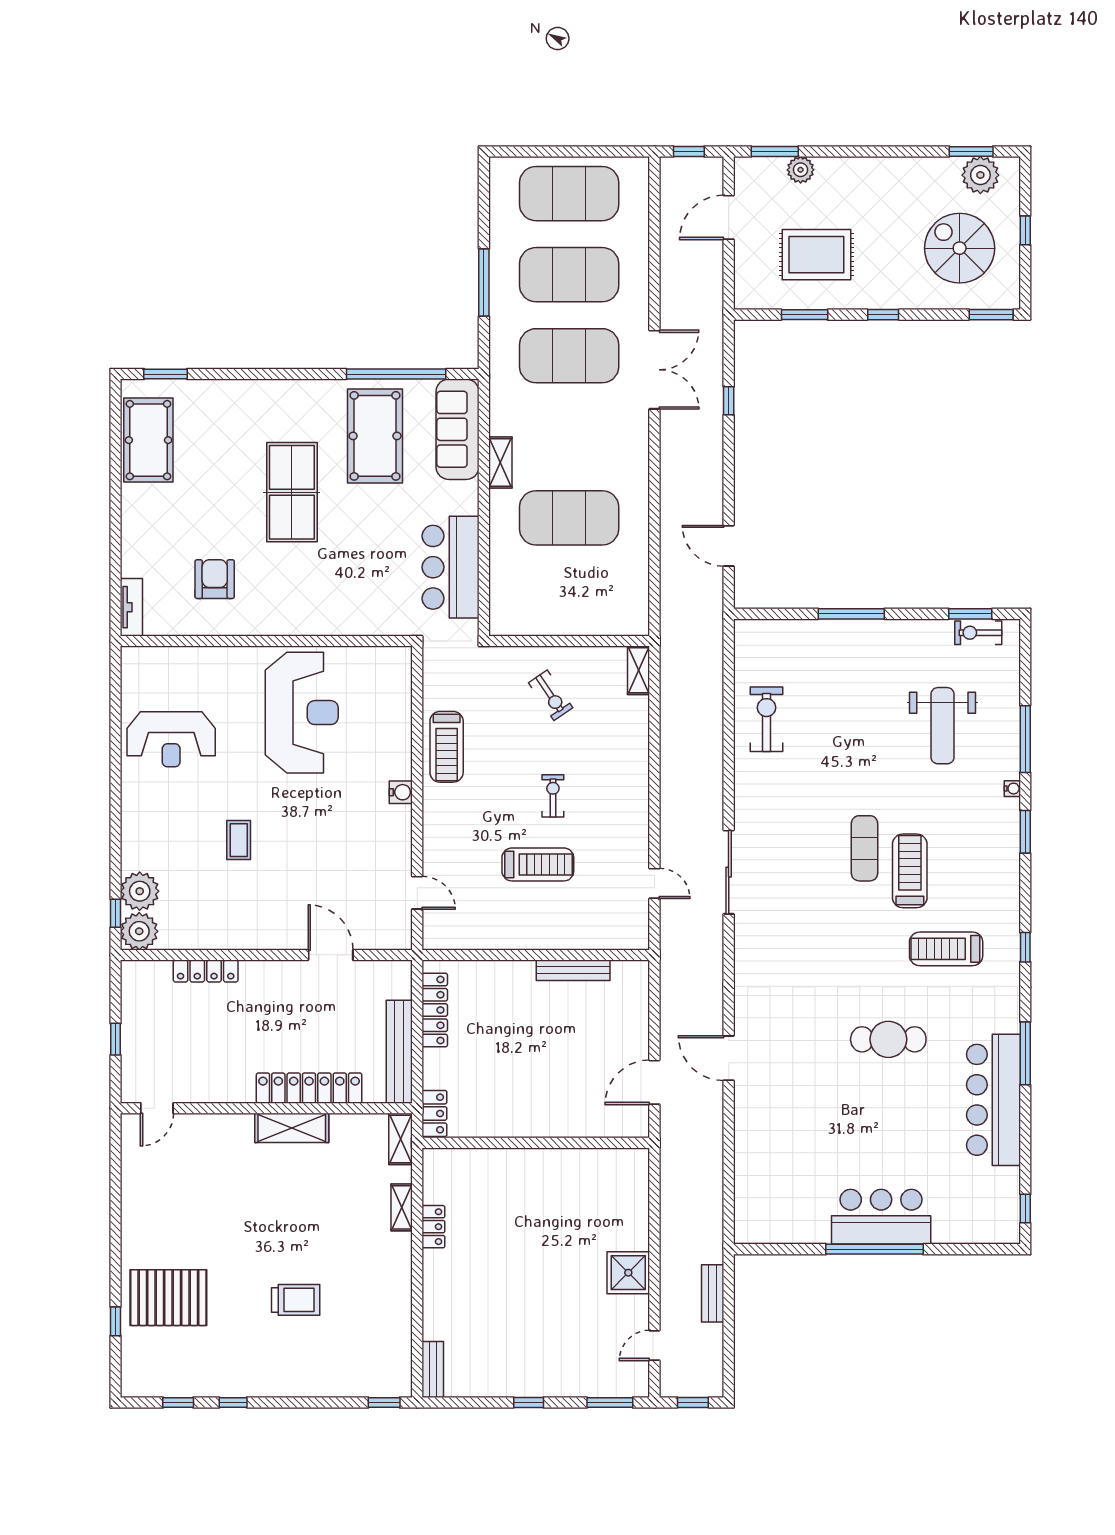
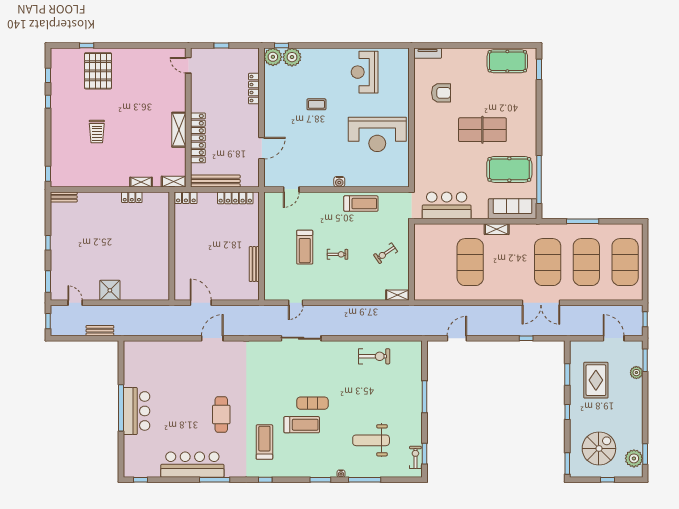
treadmill: (447, 747) -> (361, 204), turned 180

